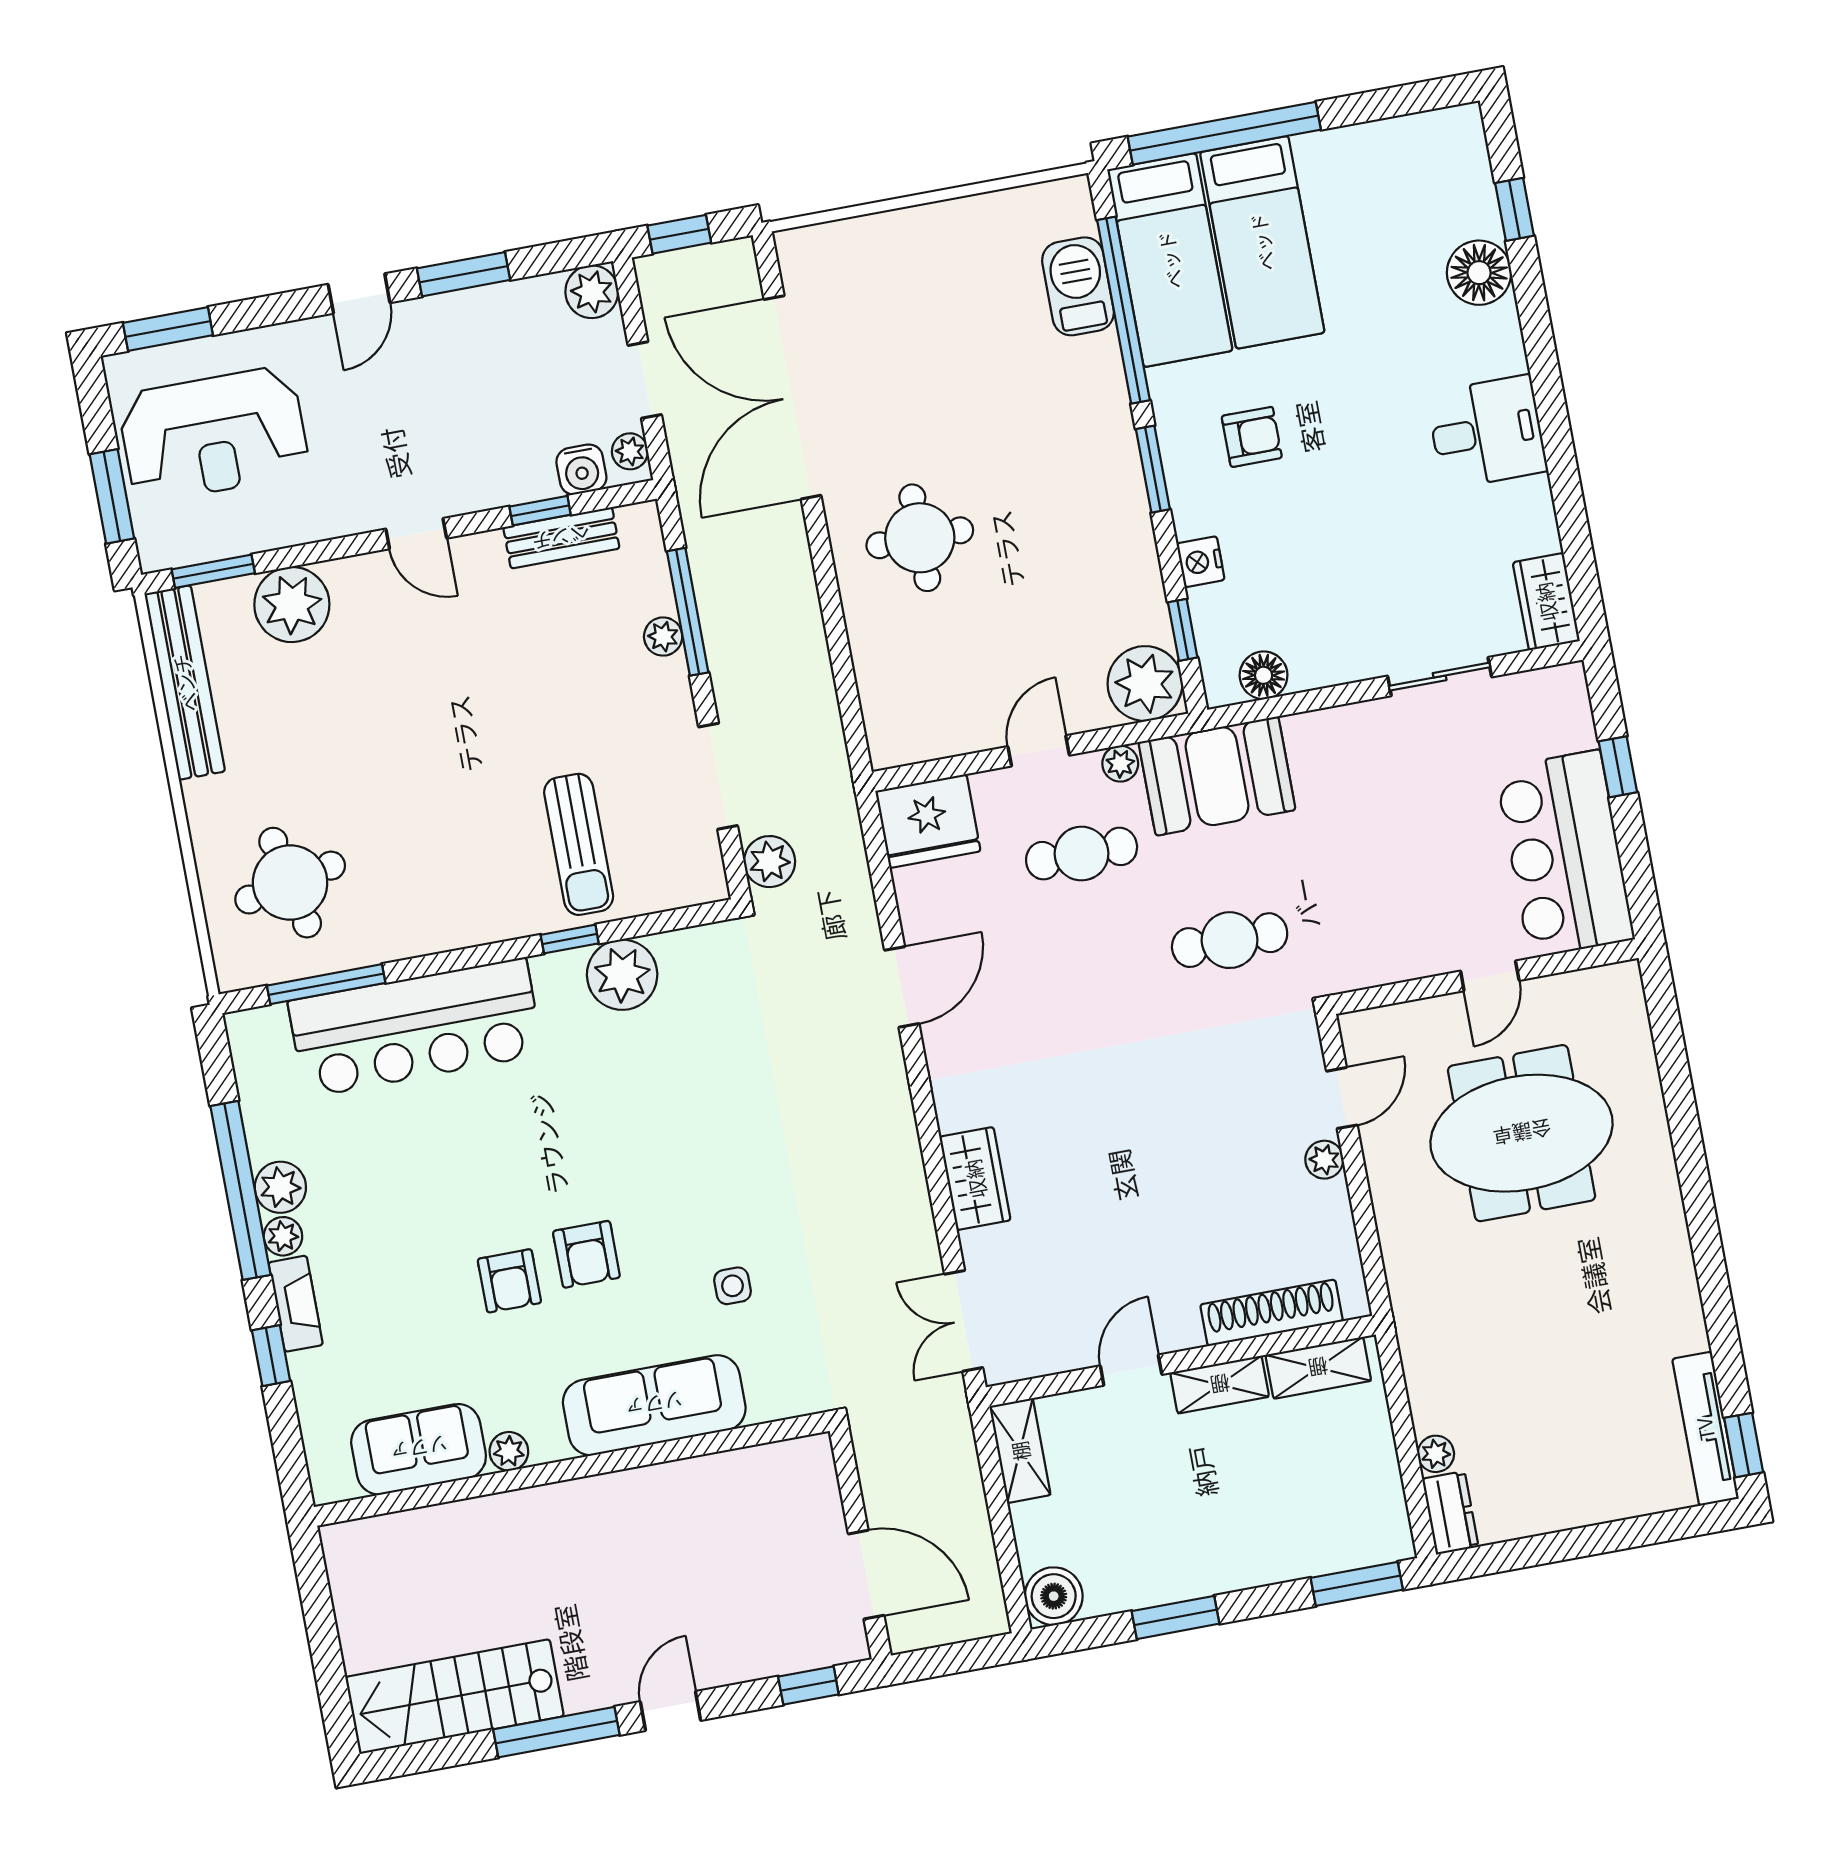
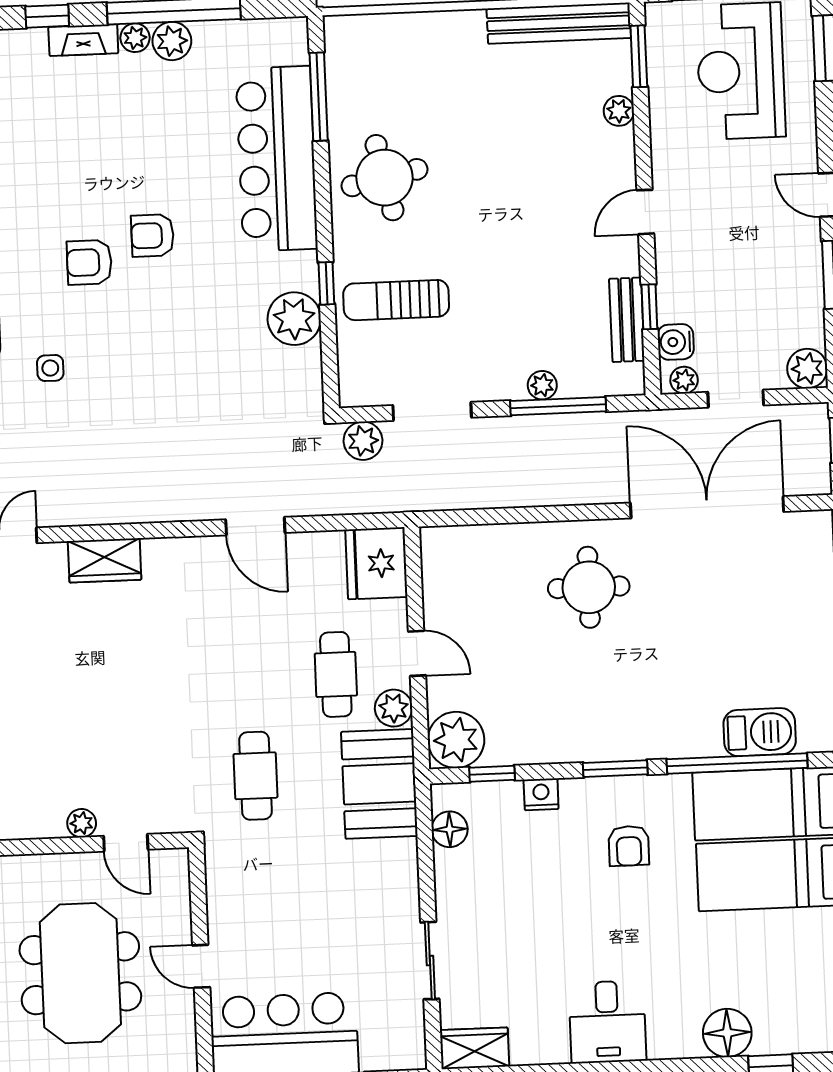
plant: (292, 605) -> (619, 111), width x0.53, depth x0.53
plant: (1120, 764) -> (394, 708), width x1.38, depth x1.38
round table: (290, 883) -> (384, 178), moved
armchair: (509, 1281) -> (152, 236), moved

